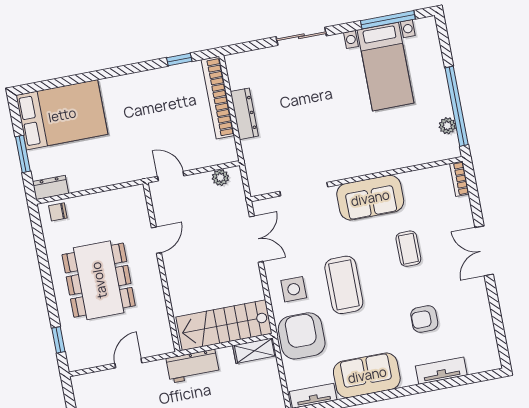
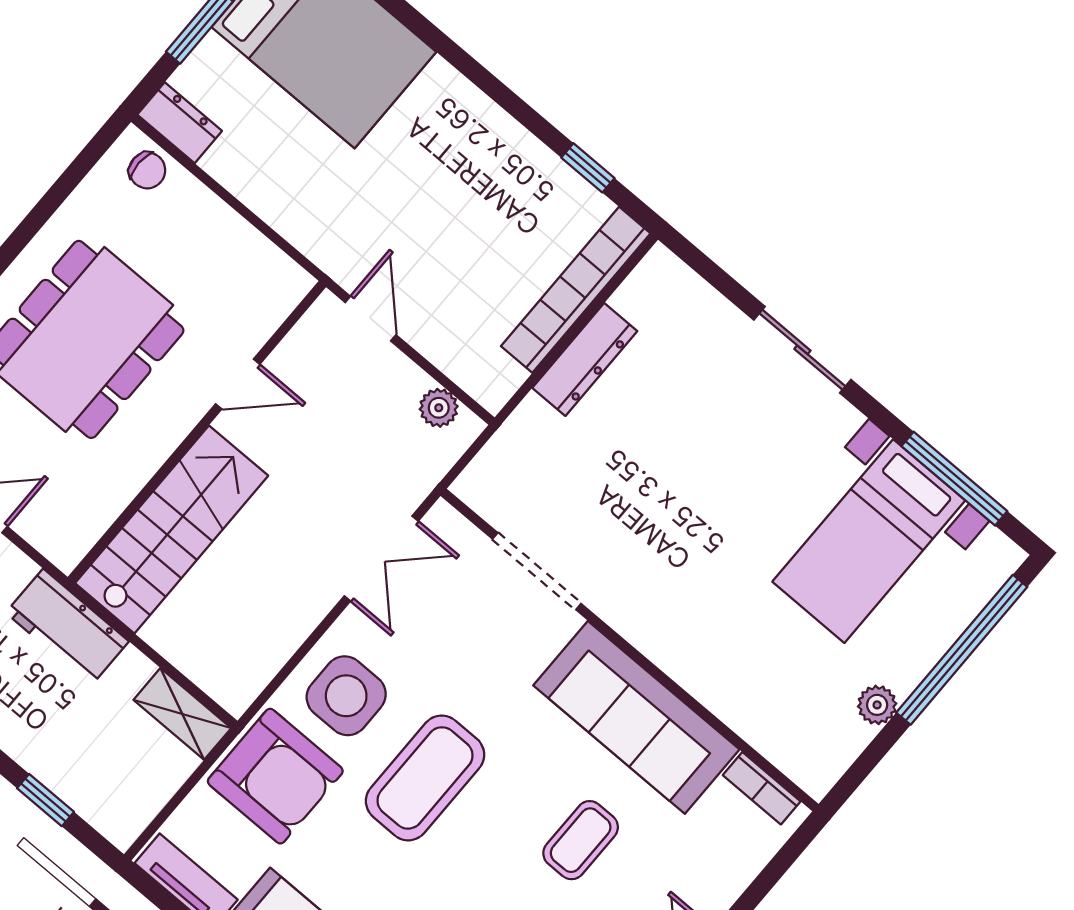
window: (457, 106) -> (962, 650), moved
plant: (447, 126) -> (877, 705), moved
bookcase: (459, 179) -> (762, 788), moved, turned -90
sofa: (370, 198) -> (636, 717), width x1.36
chair: (58, 212) -> (147, 170), turned 180
side table: (294, 289) -> (346, 696), width x1.37, depth x1.37
stairs: (224, 325) -> (172, 529), moved, turned 90
armchair: (302, 336) -> (275, 776), turned 90

